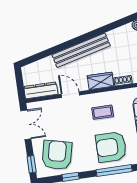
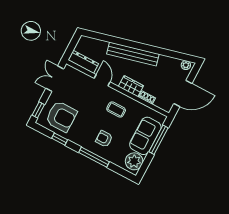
double door: (26, 125) -> (55, 79), swing flipped
armchair: (111, 147) -> (104, 139), width x0.53, depth x0.53
armchair: (57, 155) -> (61, 116), turned 77

